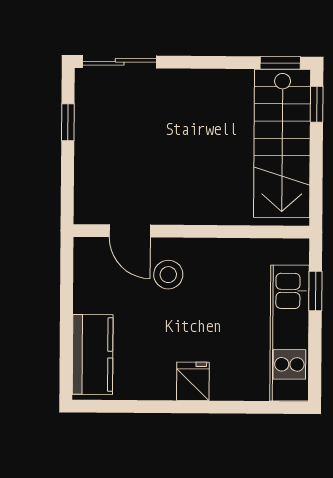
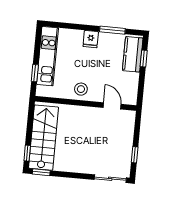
stool: (168, 275) -> (81, 89), moved
window: (66, 347) -> (144, 59), added
window: (144, 406) -> (112, 30), added

